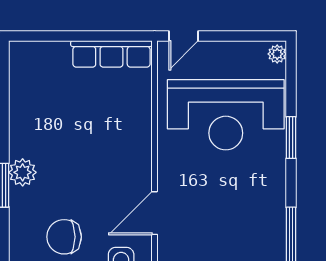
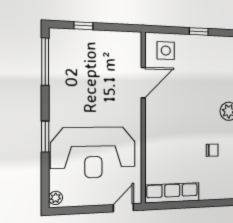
reception desk: (226, 115) -> (93, 152), turned 180
chair: (64, 237) -> (212, 150), moved, width x0.54, depth x0.54

